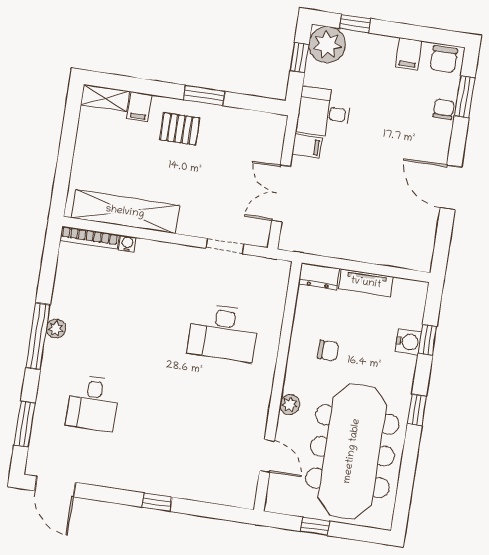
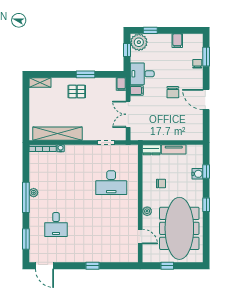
chair: (444, 59) -> (173, 92), moved
filing cabinet: (139, 107) -> (121, 84), moved

